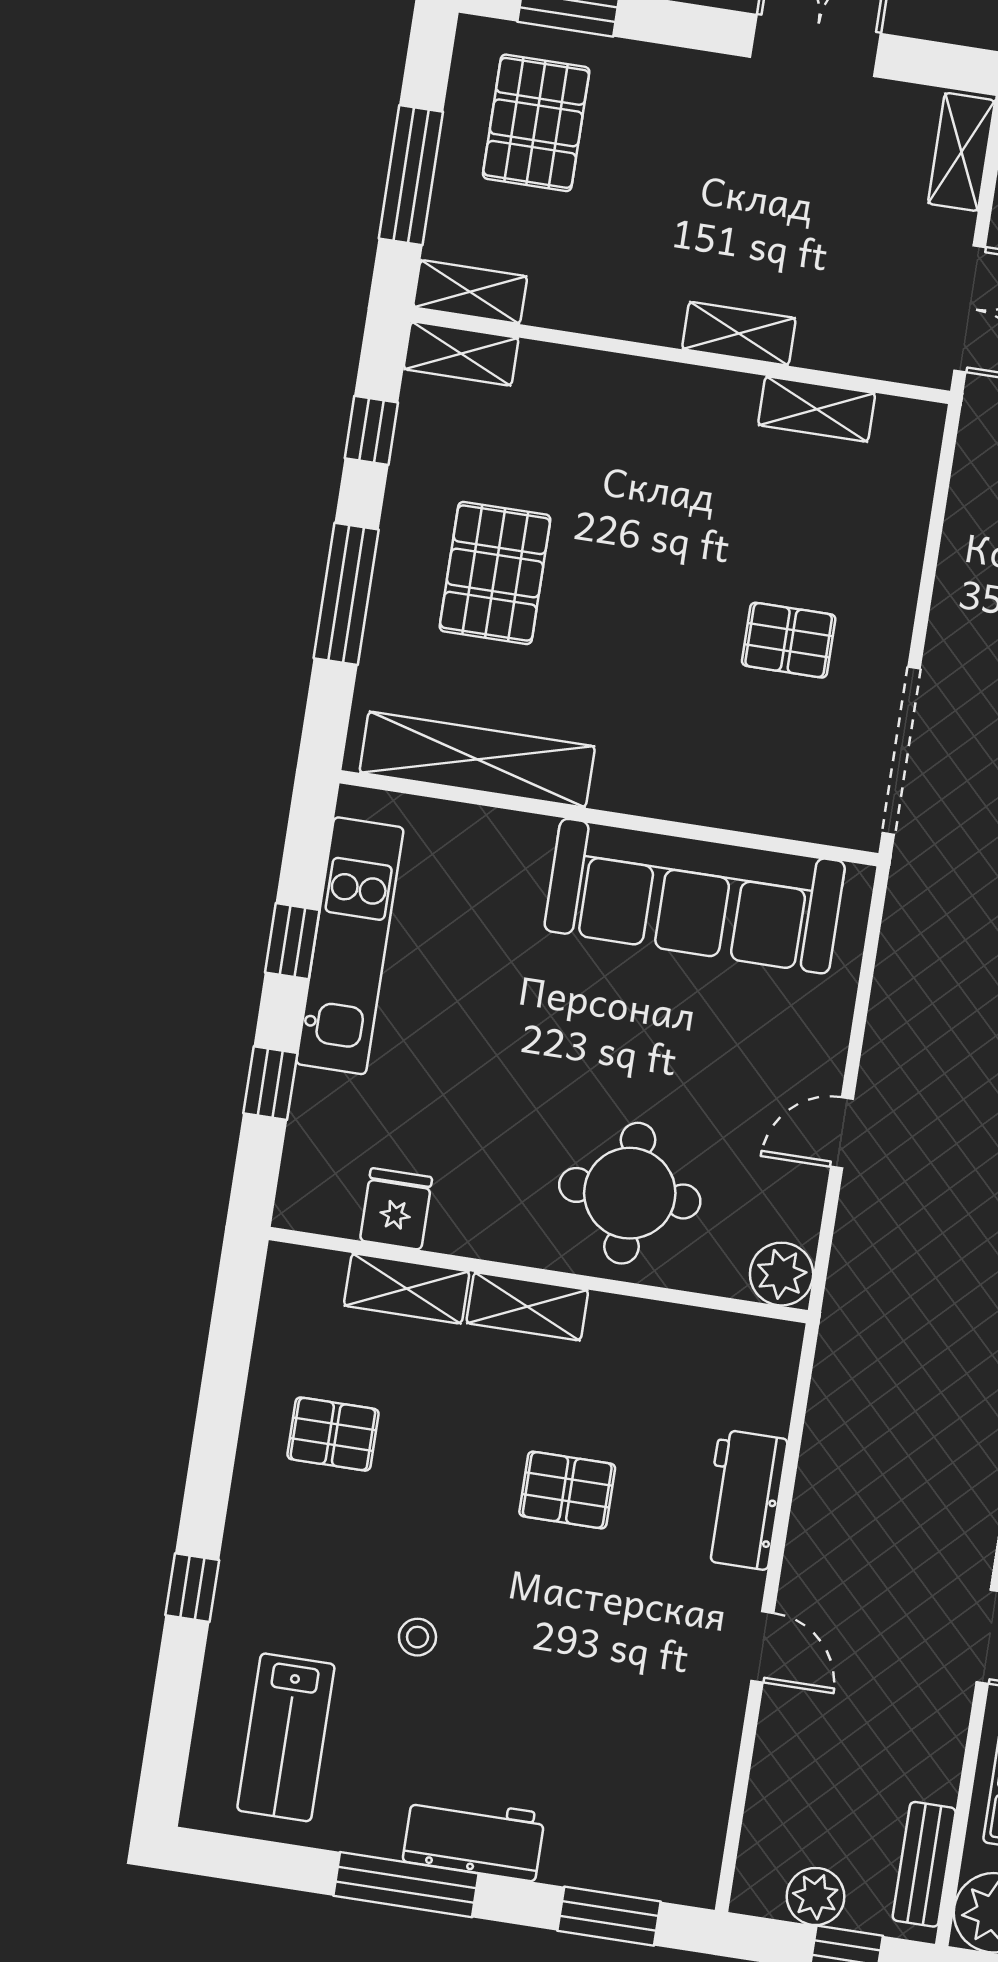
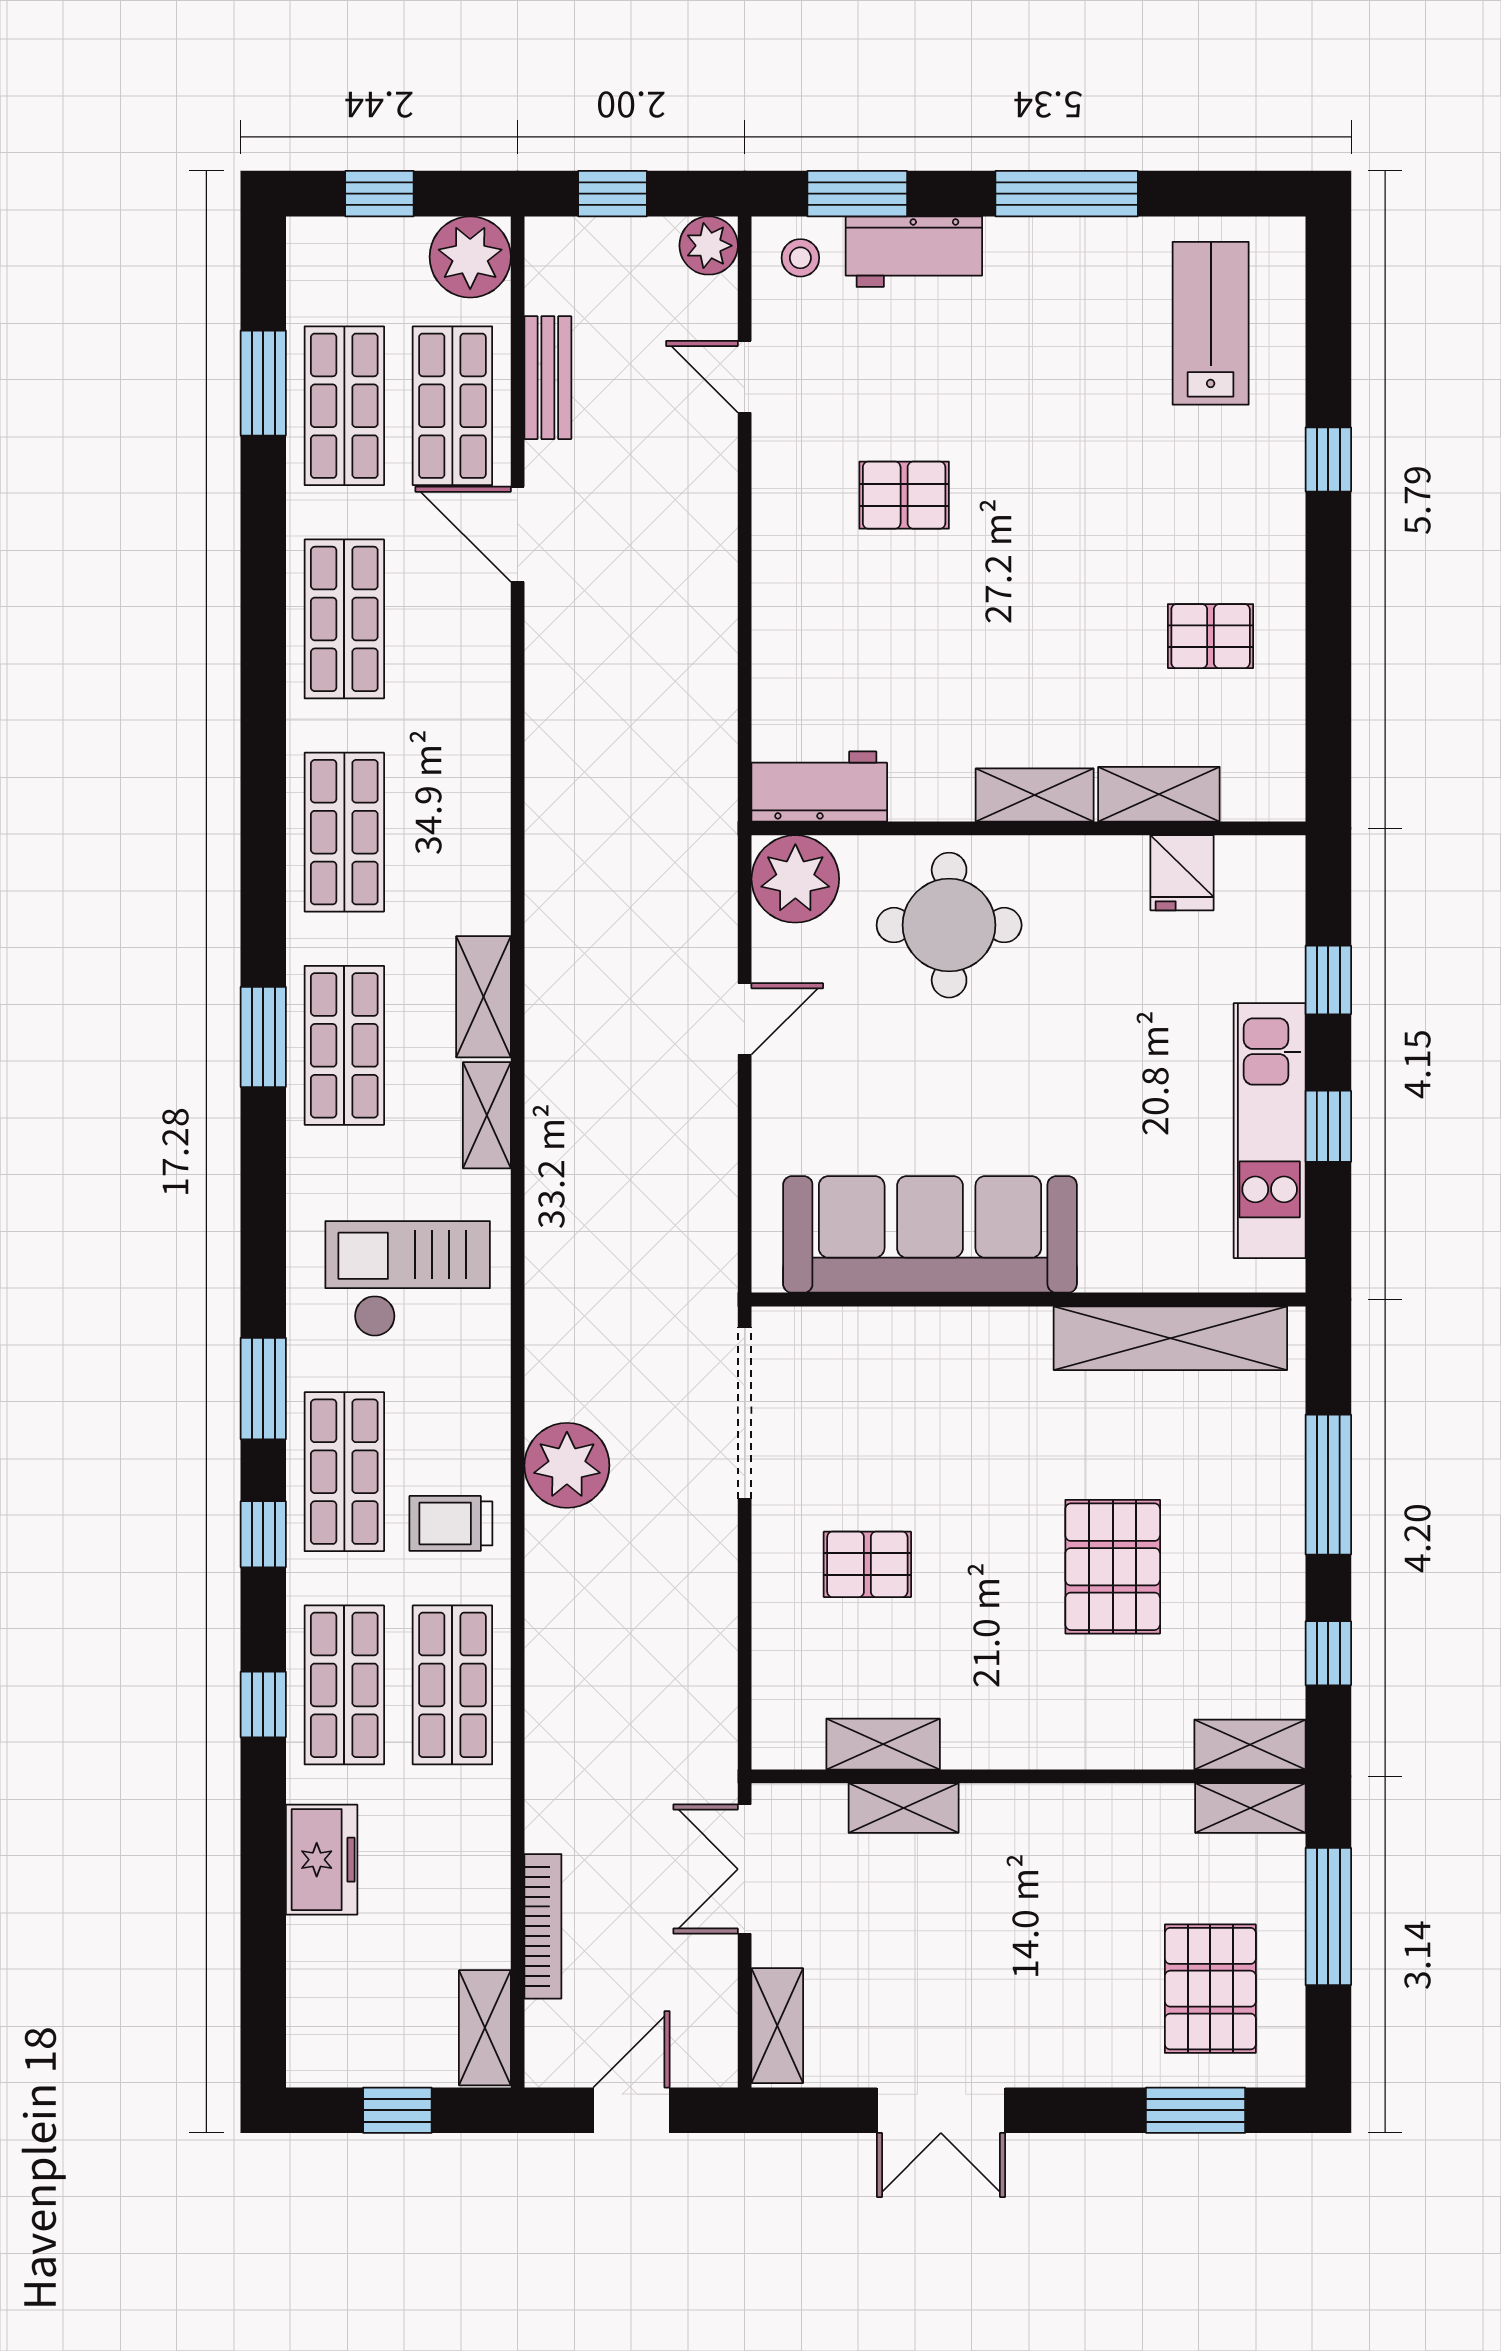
shelving: (739, 334) -> (904, 1808), moved
pallet: (495, 573) -> (1113, 1567), moved
pallet: (789, 640) -> (867, 1564), moved
plant: (782, 1274) -> (795, 879), width x1.36, depth x1.36
pallet: (567, 1490) -> (904, 495), moved
workbench: (744, 1500) -> (819, 786), moved, turned -90
stool: (417, 1637) -> (800, 258), moved
door: (762, 1647) -> (745, 377), moved
workbench: (474, 1838) -> (914, 252), moved
bench: (924, 1864) -> (548, 378), moved
plant: (816, 1897) -> (709, 246), moved

